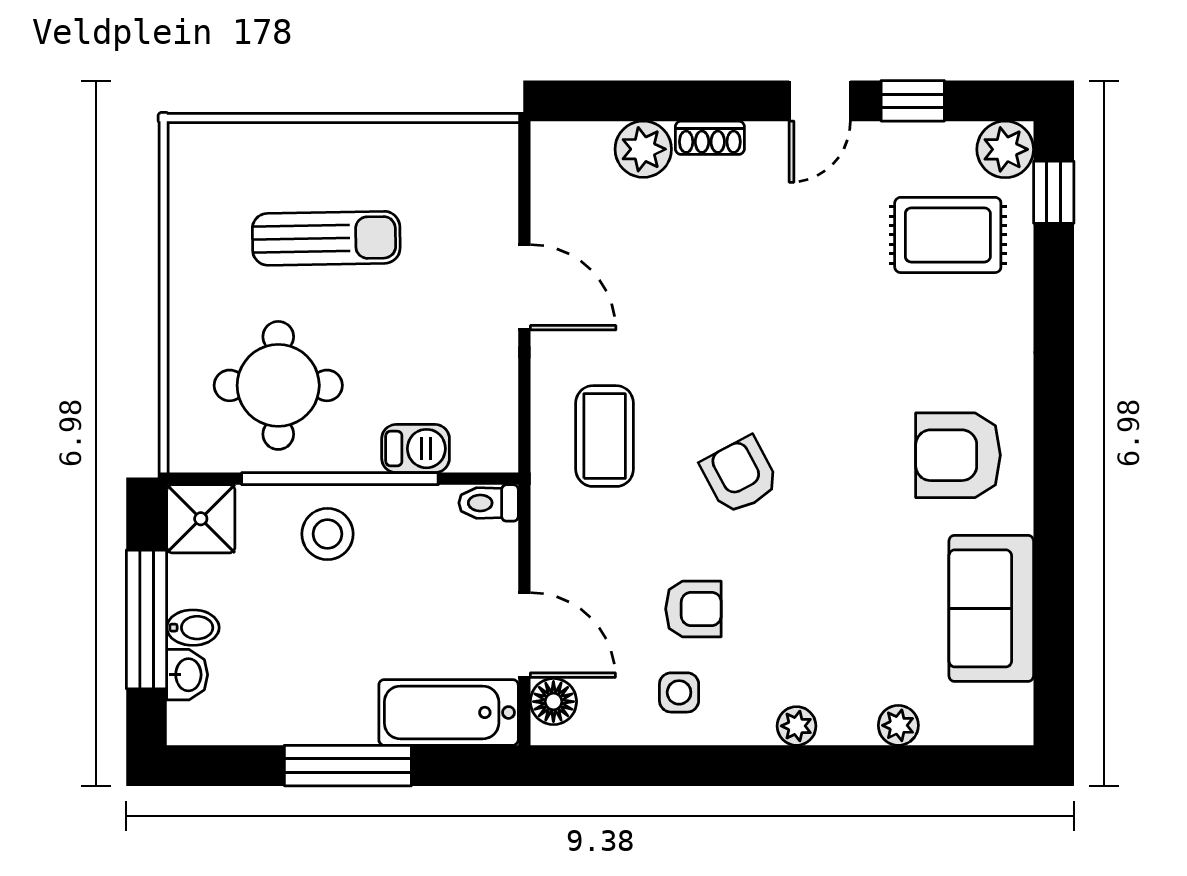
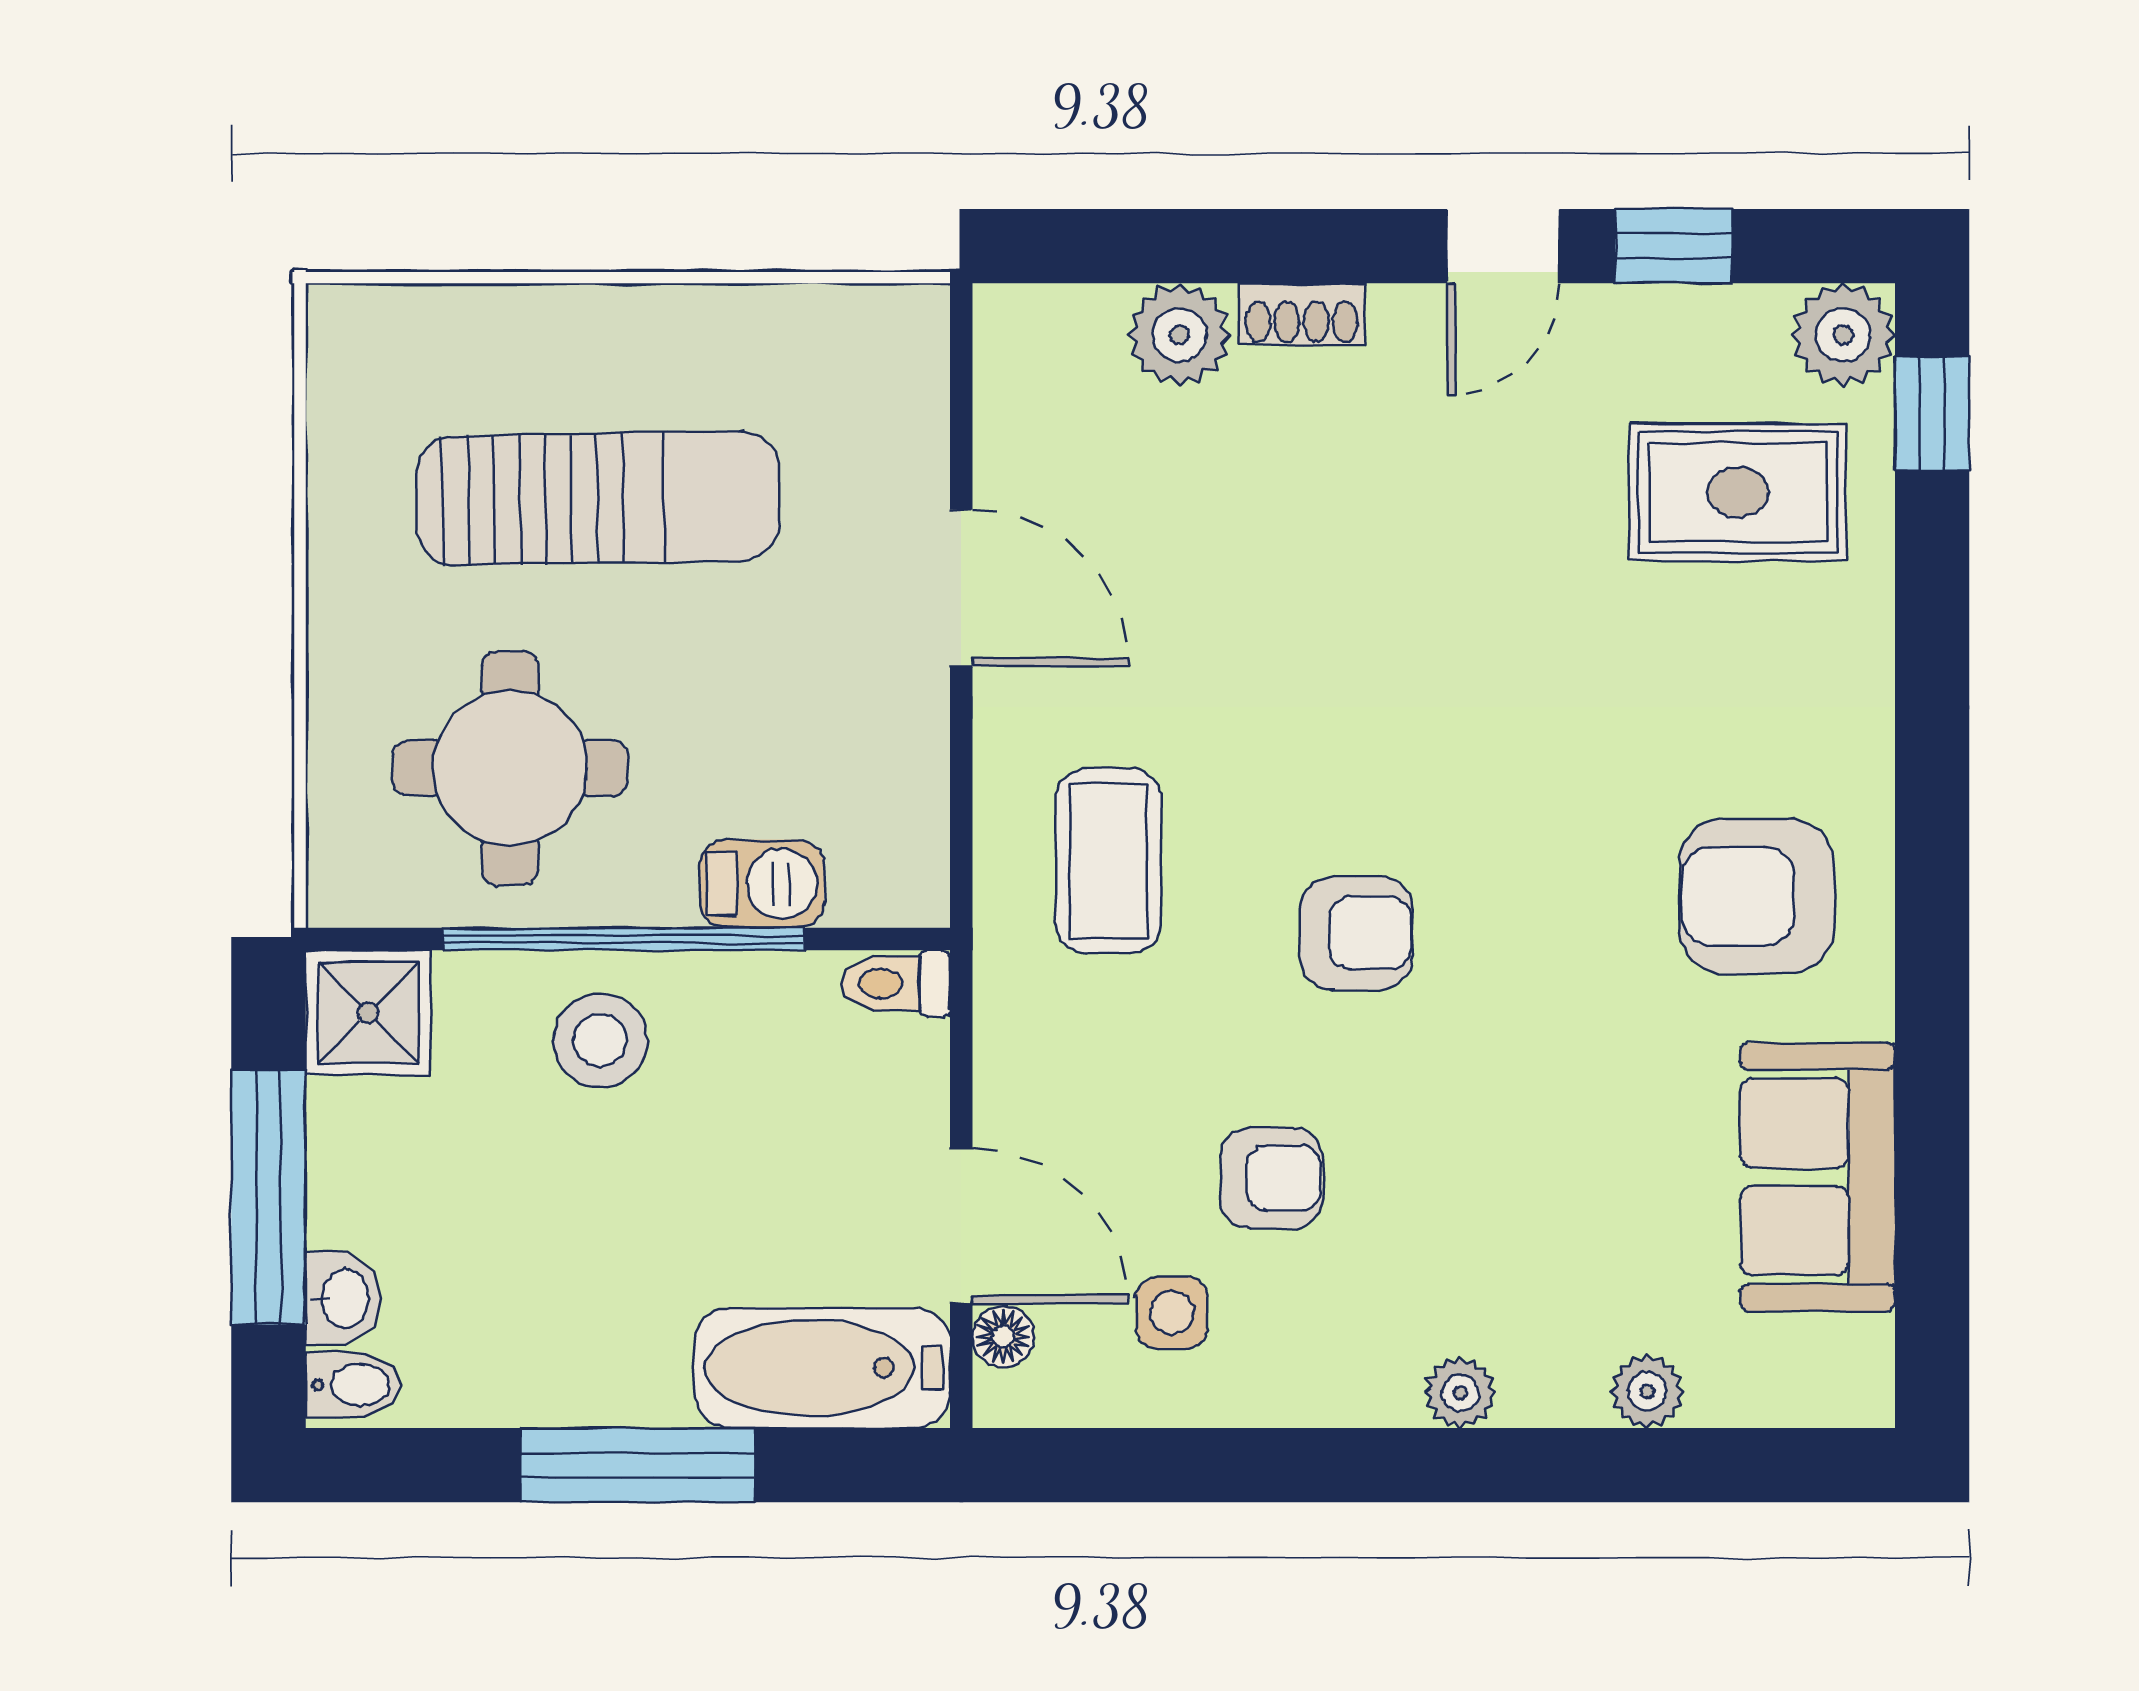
sun lounger: (326, 238) -> (598, 498), width x1.36, depth x1.34
armchair: (740, 475) -> (1356, 933), turned 118
bidet: (193, 628) -> (354, 1385), moved
side table: (679, 692) -> (1172, 1313), moved
floor lamp: (553, 702) -> (1003, 1336), width x0.73, depth x0.73

